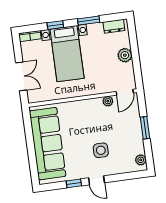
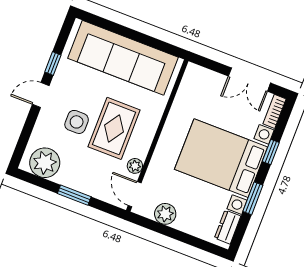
bed with nightstands: (67, 54) -> (221, 158), width x1.36
plant: (125, 55) -> (165, 214), moved
double door: (21, 76) -> (249, 80), moved
rug: (92, 126) -> (114, 128), added
plant: (141, 160) -> (45, 163), width x1.88, depth x1.88

